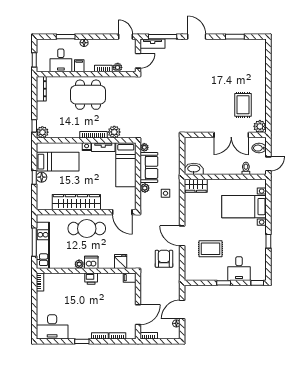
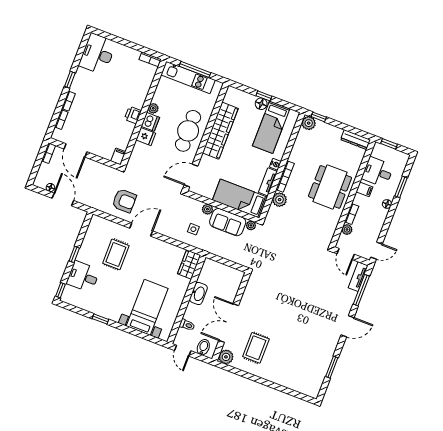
rug: (243, 105) -> (256, 348), turned 90
washbasin: (194, 169) -> (198, 293), moved
fridge: (121, 261) -> (146, 137), moved

